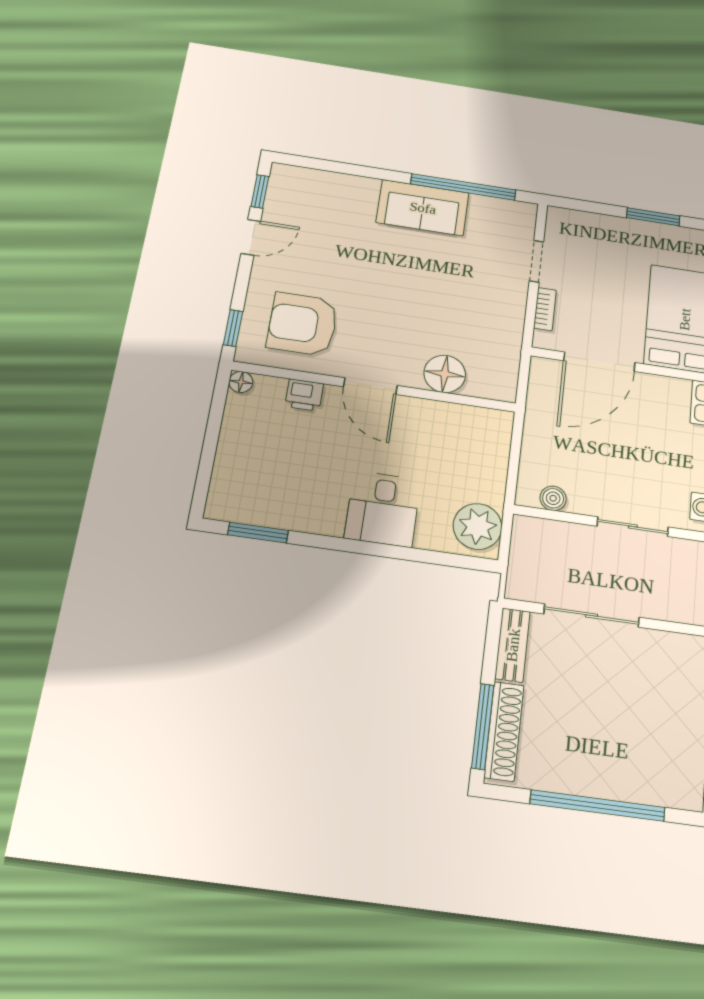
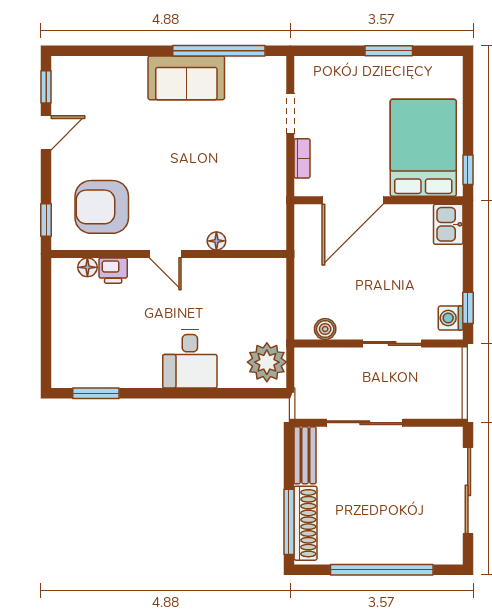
floor lamp: (445, 374) -> (216, 241), width x0.53, depth x0.53
floor lamp: (241, 382) -> (87, 267), moved
door: (370, 386) -> (165, 254), width x0.73

